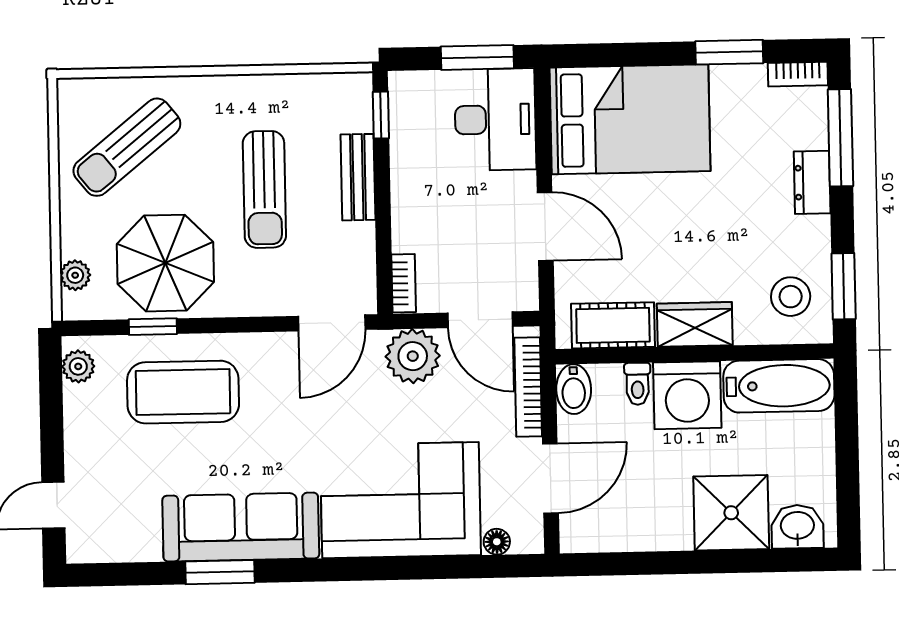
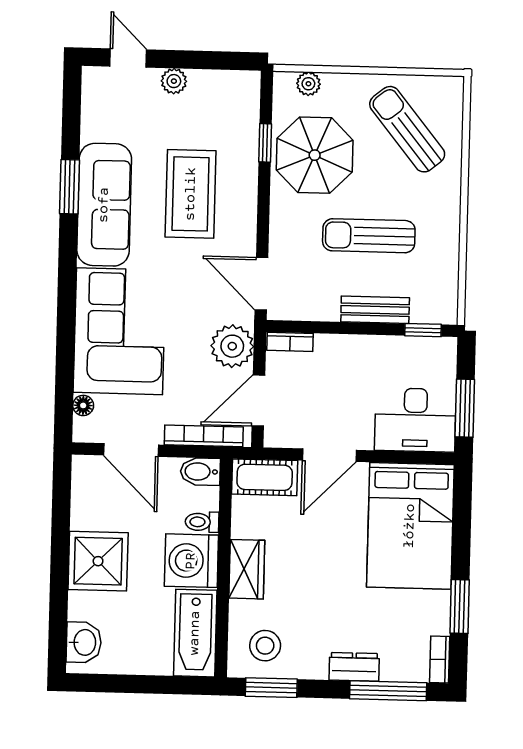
cot: (613, 325) -> (265, 477), moved, turned 90
plant: (78, 366) -> (174, 81), moved
coffee table: (183, 392) -> (191, 194), moved
shower: (731, 513) -> (98, 561), moved

